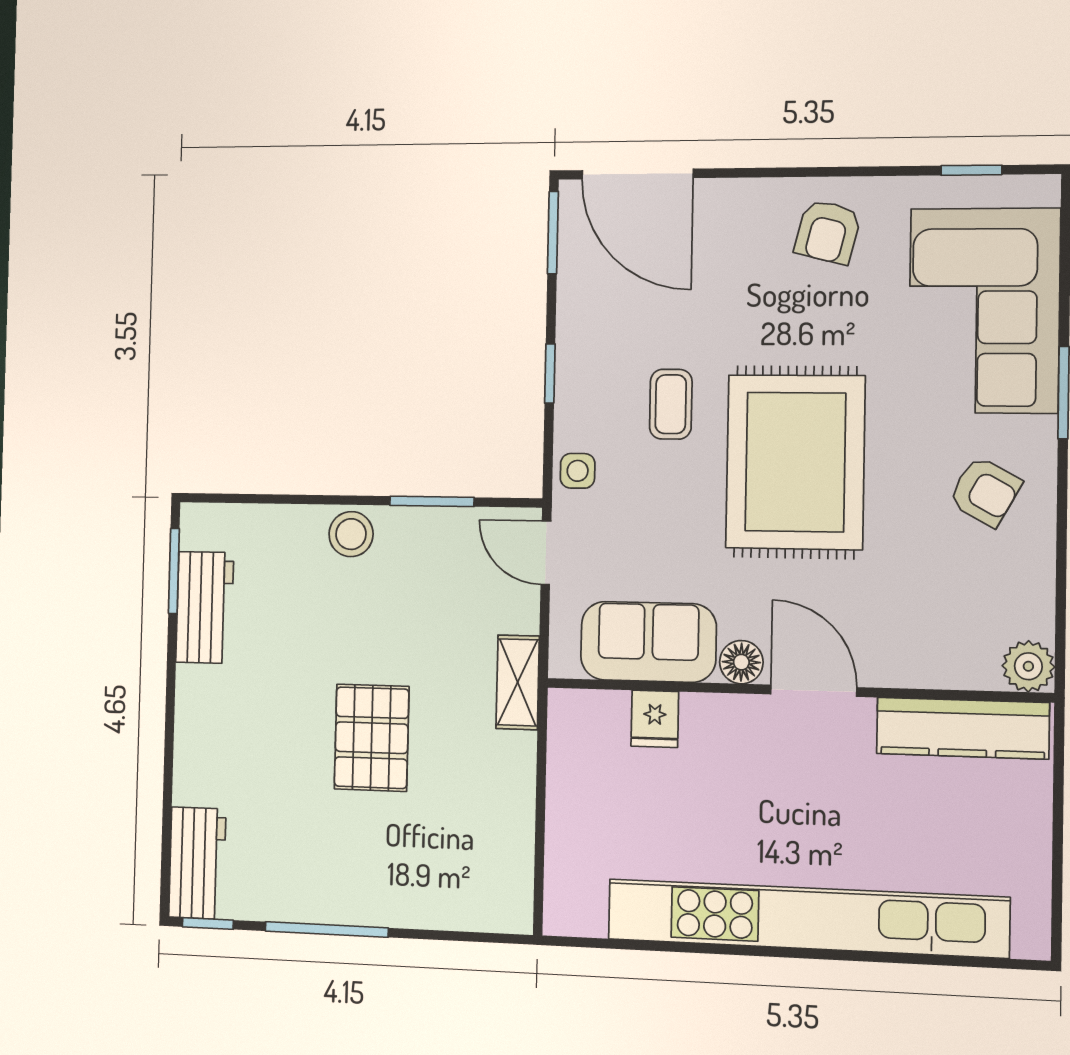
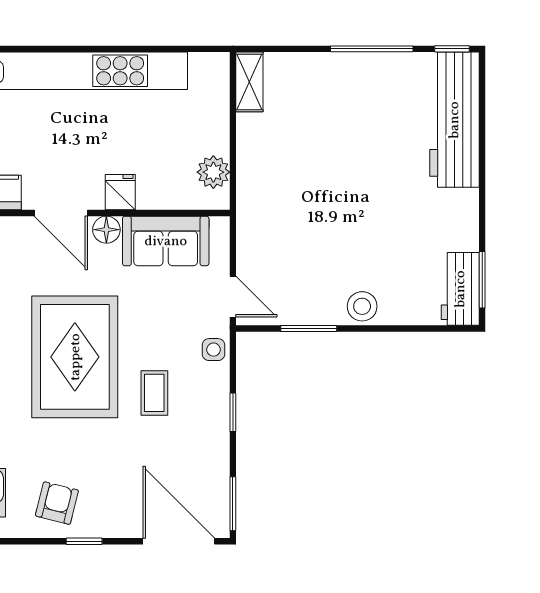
window: (786, 172) -> (84, 541), added
workbench: (205, 607) -> (460, 289), moved
shelving: (518, 682) -> (249, 82), moved
fridge: (655, 719) -> (120, 192), moved
pallet: (372, 738) -> (345, 174), removed
plant: (572, 748) -> (213, 172), added
workbench: (197, 863) -> (454, 120), width x1.88, depth x1.32

